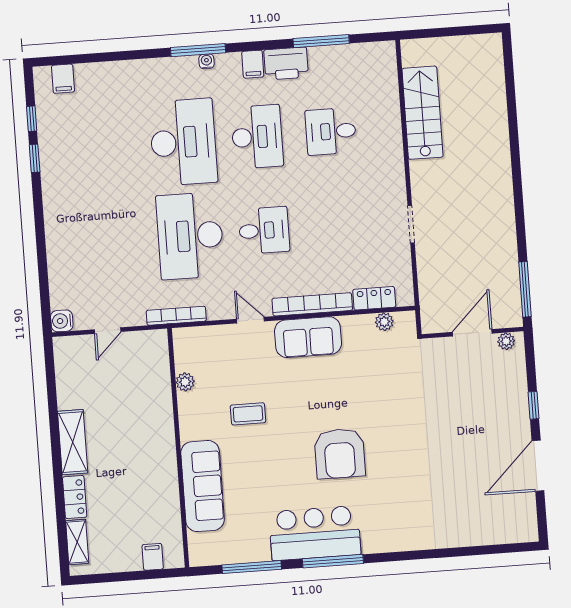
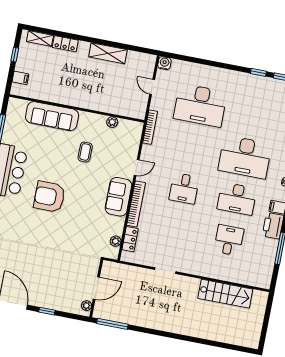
desk: (190, 236) -> (200, 105), moved, turned 180
door: (472, 333) -> (96, 288), hinge flipped
shelving: (73, 442) -> (108, 53), moved
window: (116, 577) -> (15, 55), added

